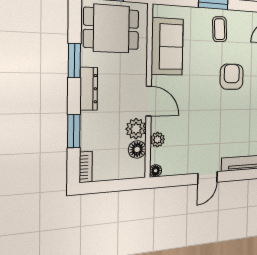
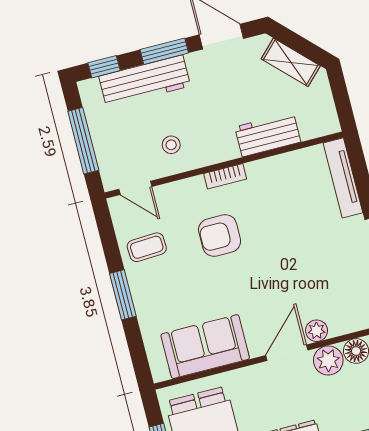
coffee table: (220, 29) -> (147, 247), moved
plant: (157, 140) -> (317, 331), moved

